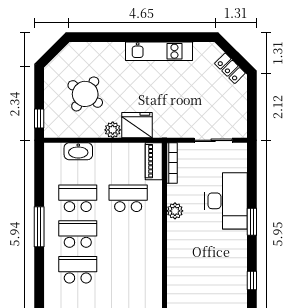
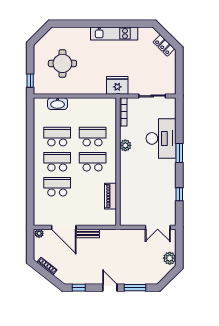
round table: (85, 94) -> (62, 63), turned -35
fridge: (137, 125) -> (117, 85), moved
plant: (113, 130) -> (82, 89), removed
piano: (154, 161) -> (110, 196), moved
window: (39, 227) -> (30, 157), removed
school desk: (128, 234) -> (93, 162), added

